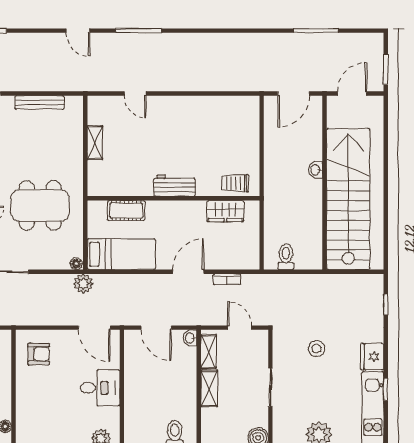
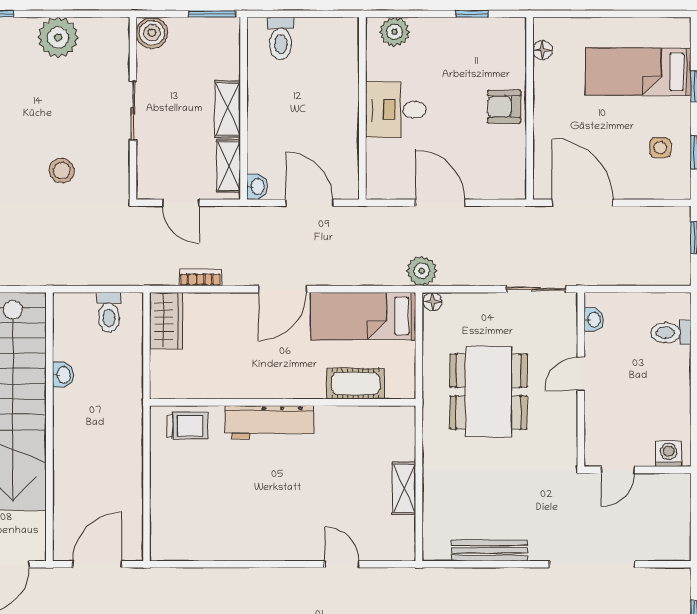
washbasin: (316, 170) -> (63, 375), moved
workbench: (174, 186) -> (269, 422), width x1.38
dining table: (40, 205) -> (488, 391), turned 90
wardrobe: (225, 211) -> (166, 321), moved, turned 90
door: (188, 272) -> (283, 289), moved
door: (94, 328) -> (440, 203), moved
armchair: (39, 354) -> (504, 107), moved

